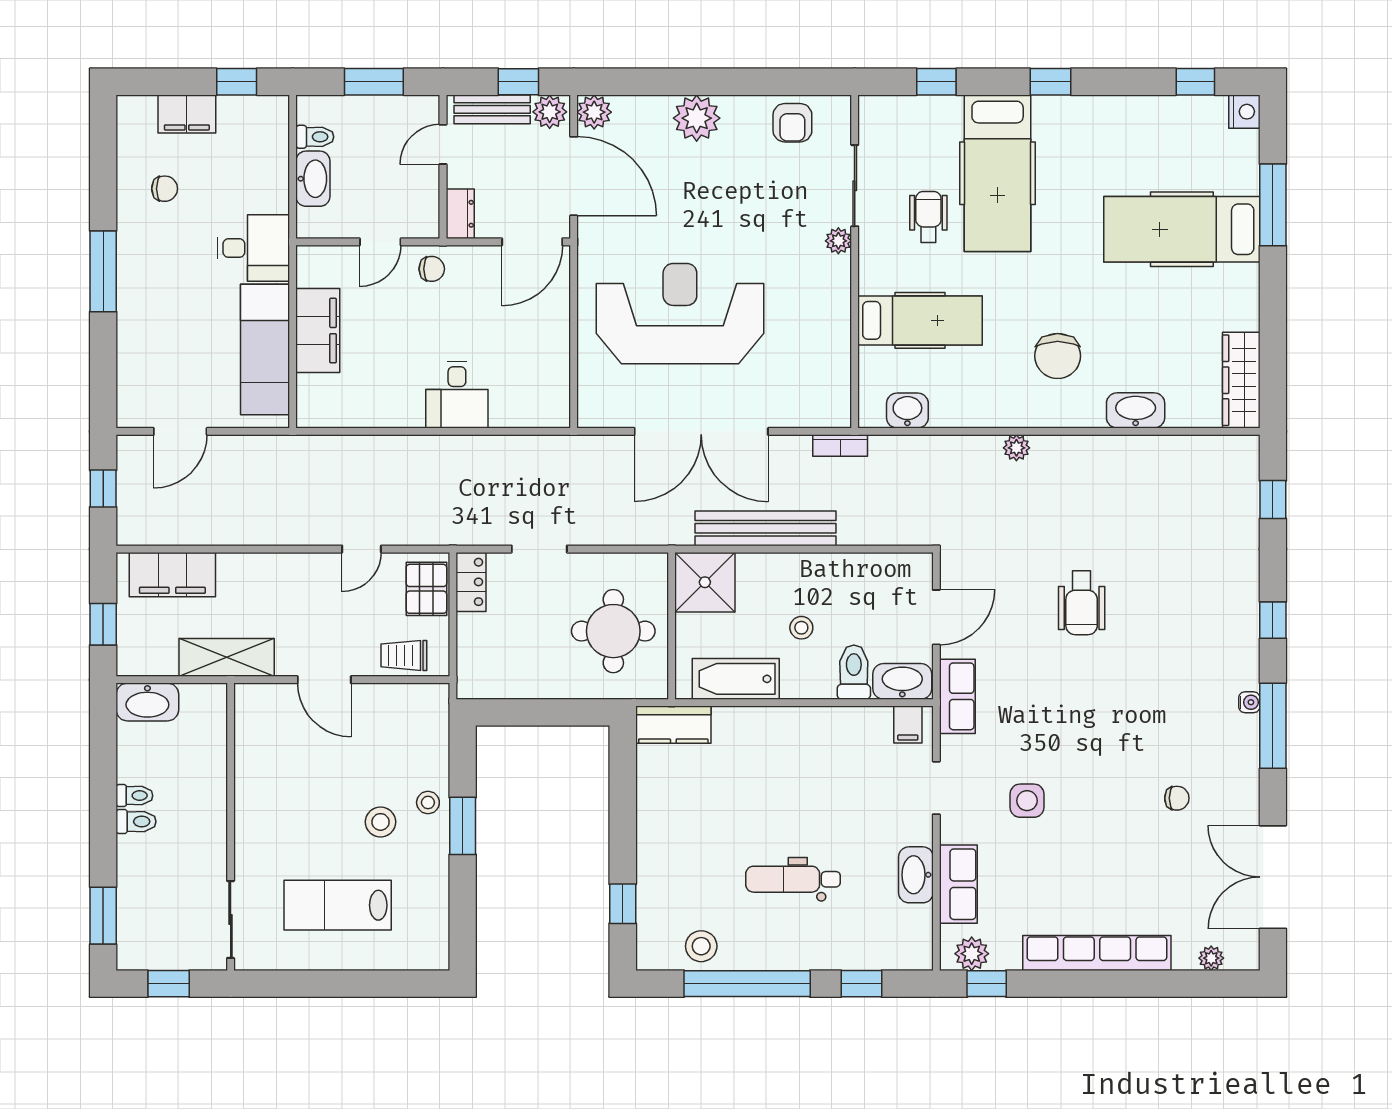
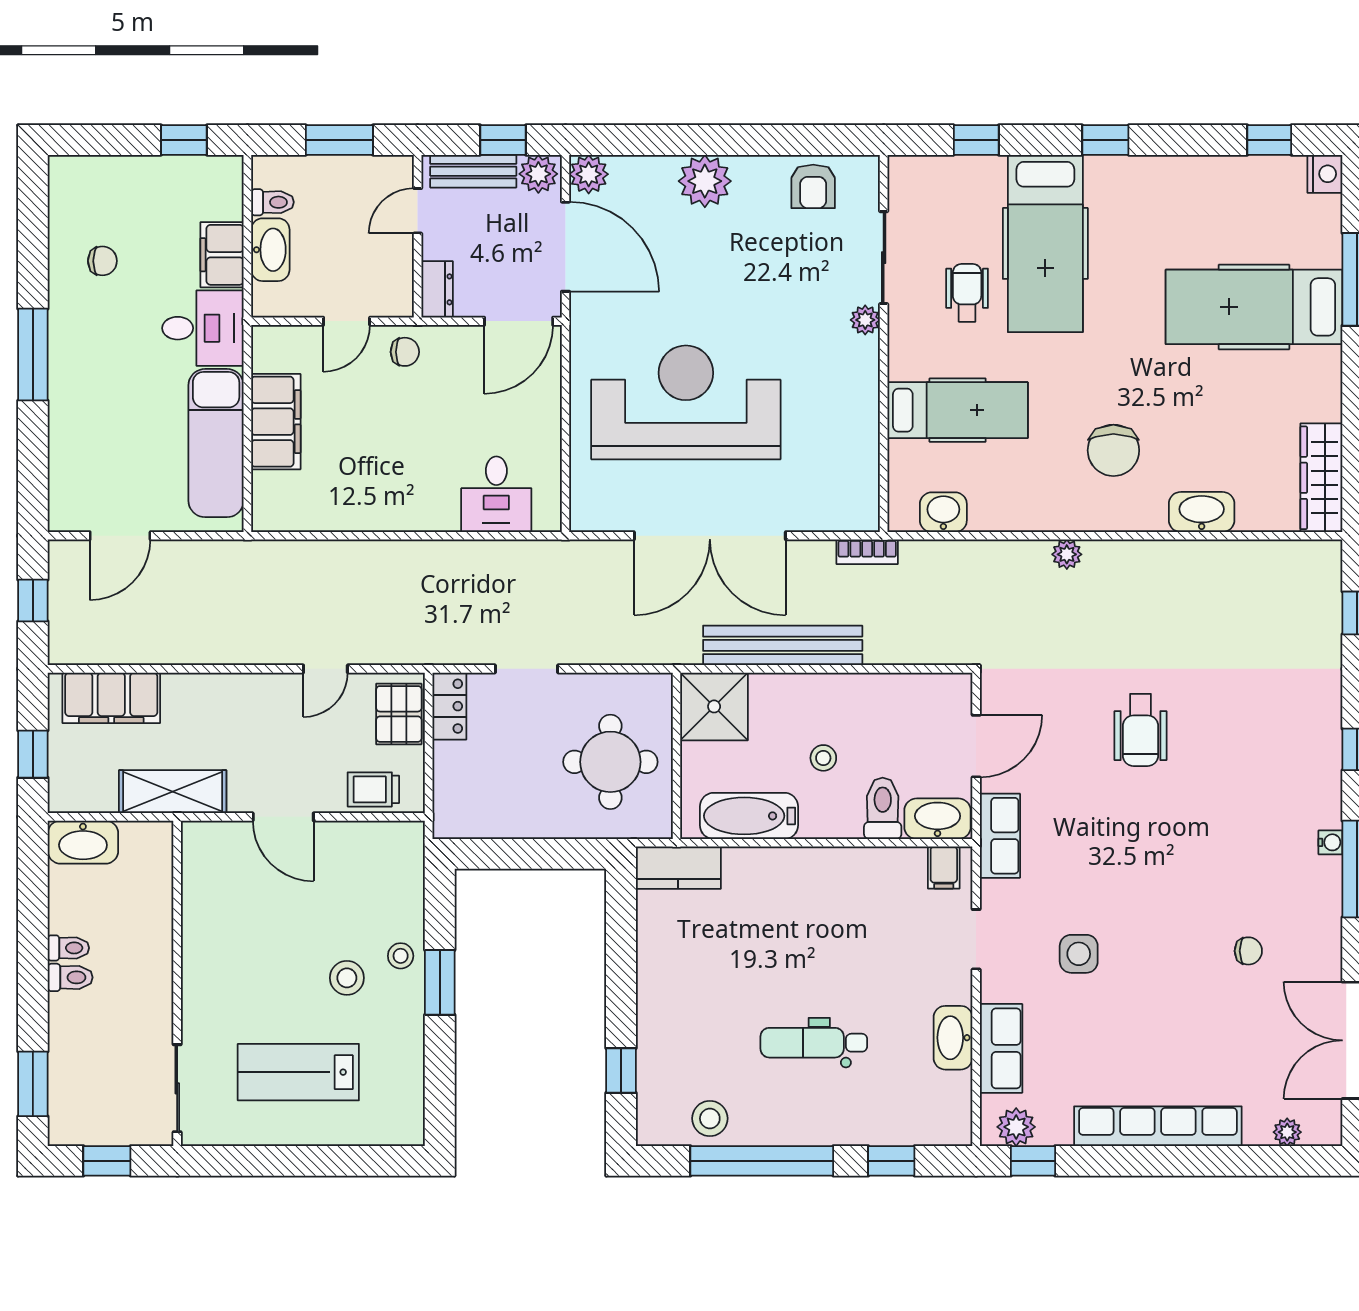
filing cabinet: (187, 114) -> (222, 255), moved, turned 90
desk: (457, 395) -> (496, 494), moved

